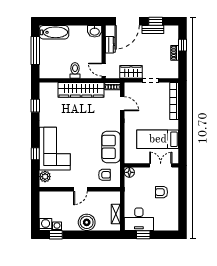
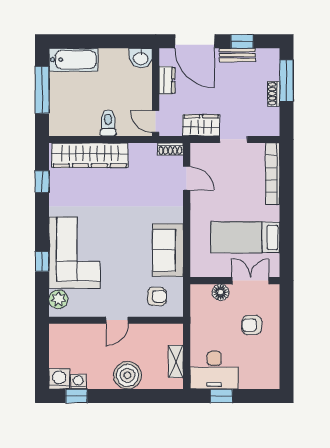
door: (127, 21) -> (195, 41), hinge flipped
window: (182, 45) -> (287, 81), width x2.17
wardrobe: (81, 90) -> (90, 155), moved
floor lamp: (129, 172) -> (220, 292), moved

